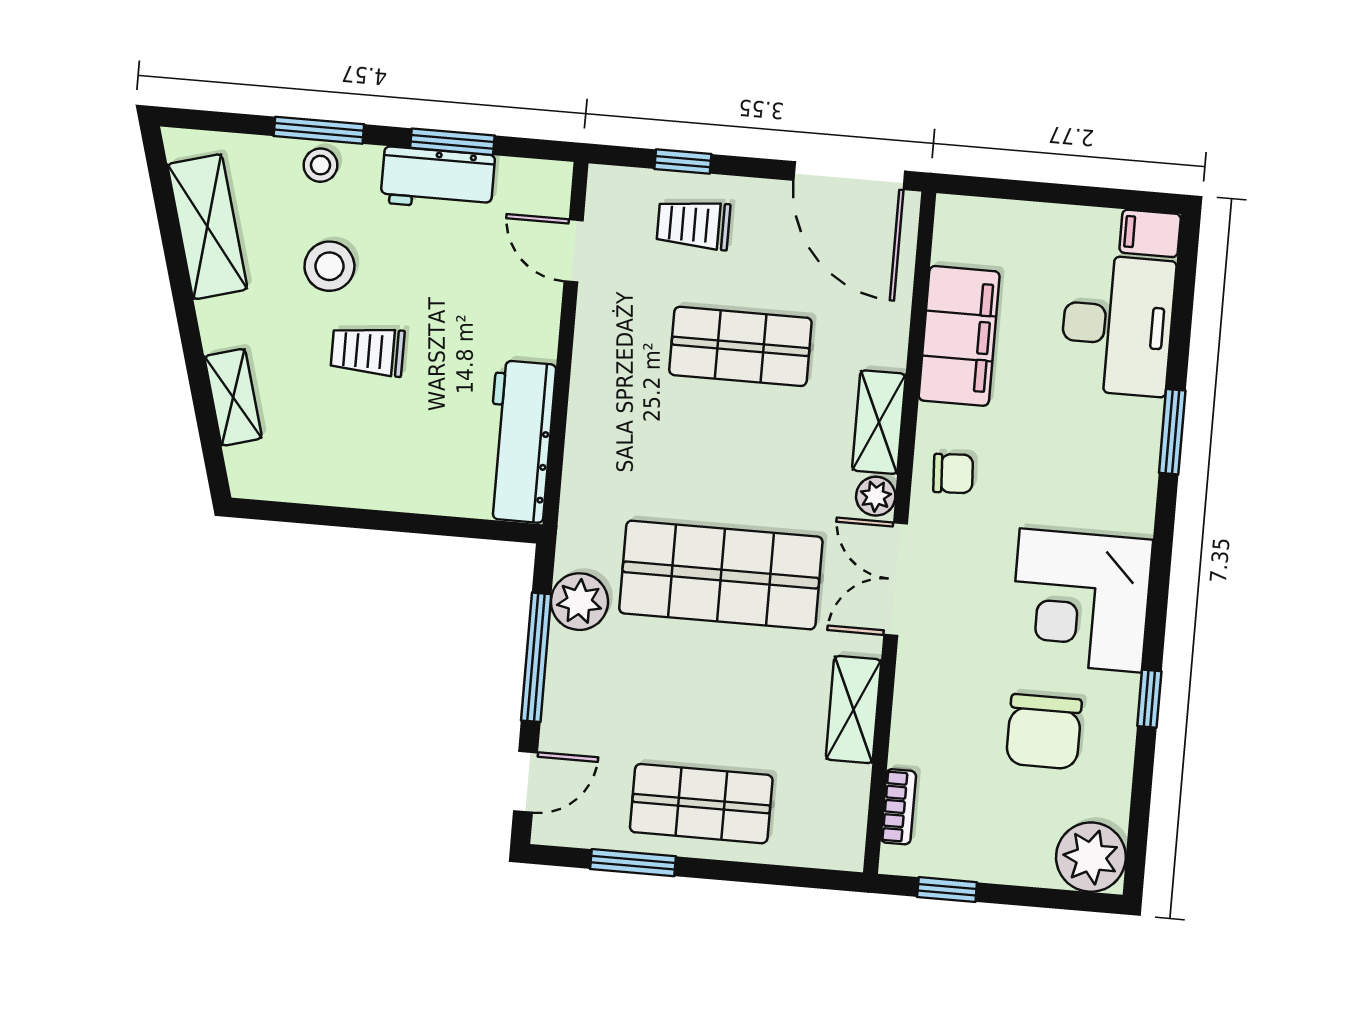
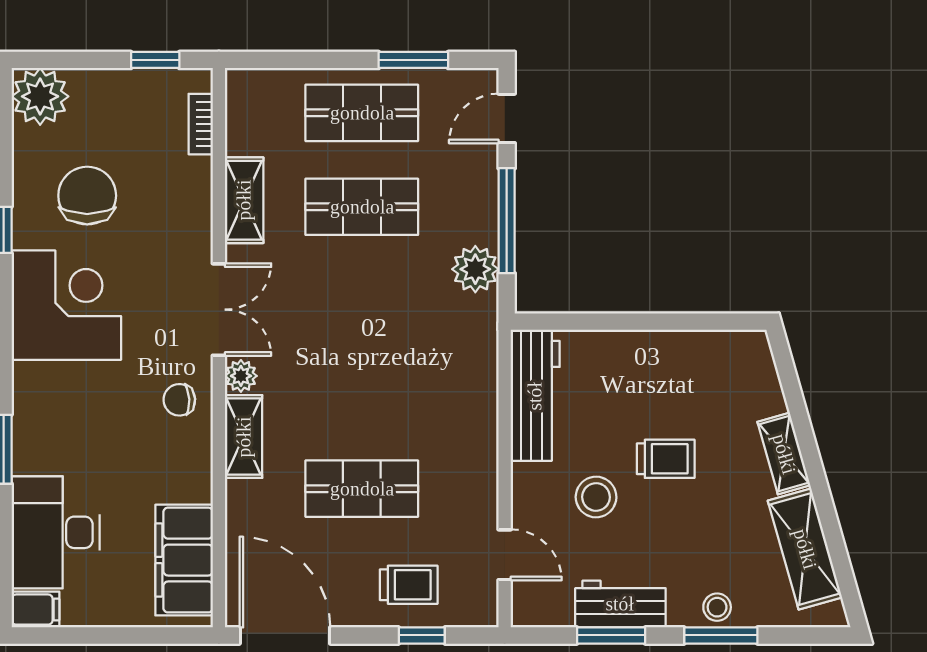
stool: (329, 266) -> (596, 497), moved
filing cabinet: (959, 336) -> (184, 560), moved
shelving: (233, 397) -> (784, 454), moved
shop shelf: (721, 575) -> (362, 207), moved, width x0.70, depth x0.74

